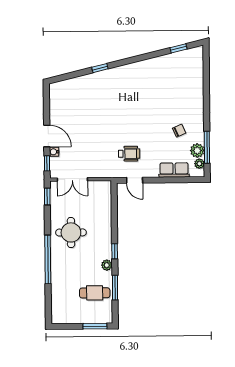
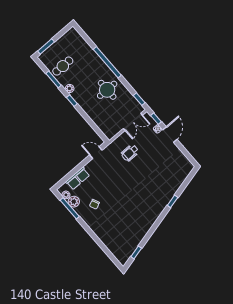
door: (47, 136) -> (170, 135), swing flipped
wheelchair: (129, 154) -> (130, 153), moved
double door: (72, 179) -> (133, 122), swing flipped

